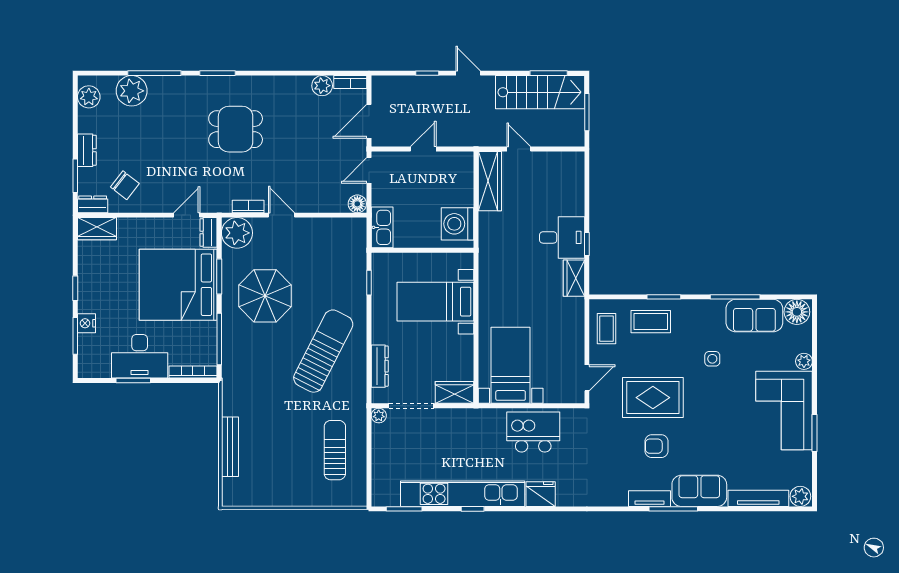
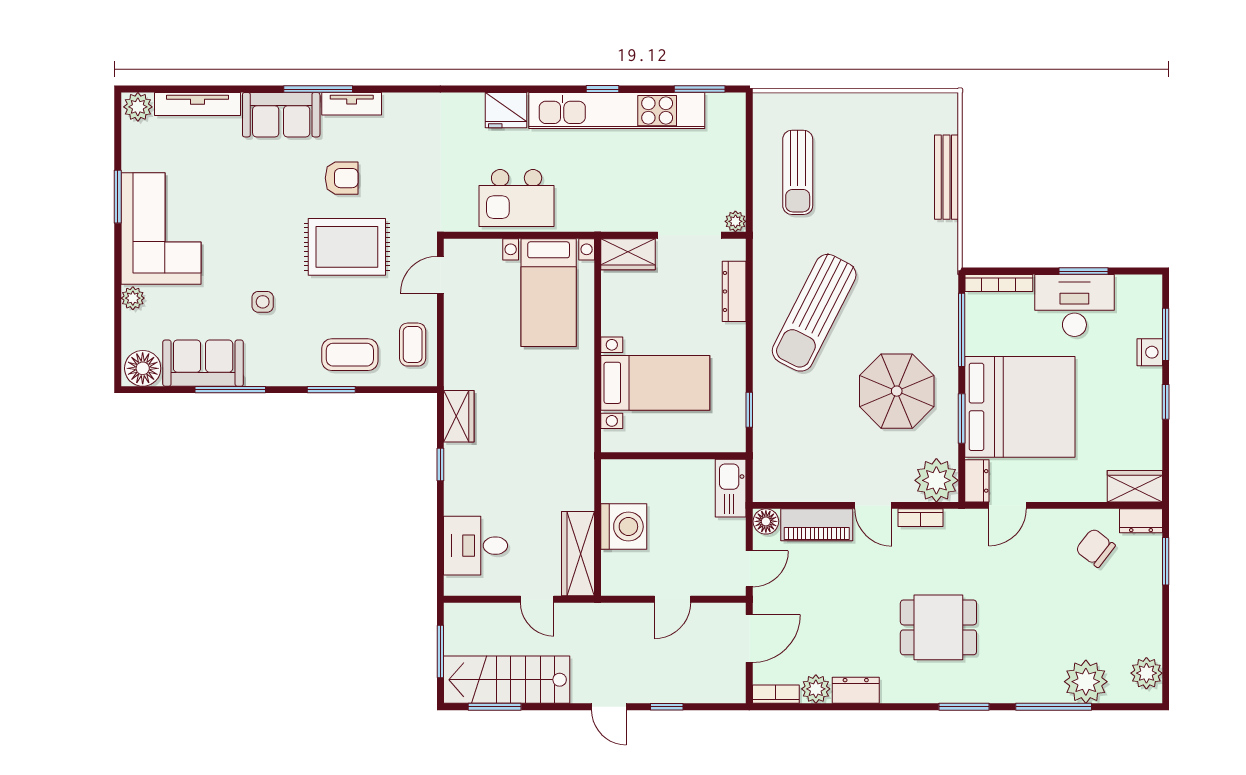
dresser: (87, 150) -> (856, 690), moved, turned 90
piano: (321, 201) -> (817, 525), added
washing machine: (457, 224) -> (624, 527), moved
desk: (562, 237) -> (476, 546), moved

